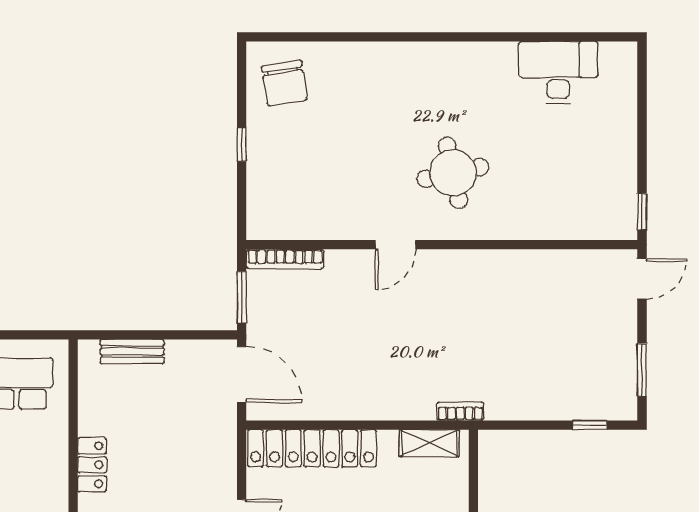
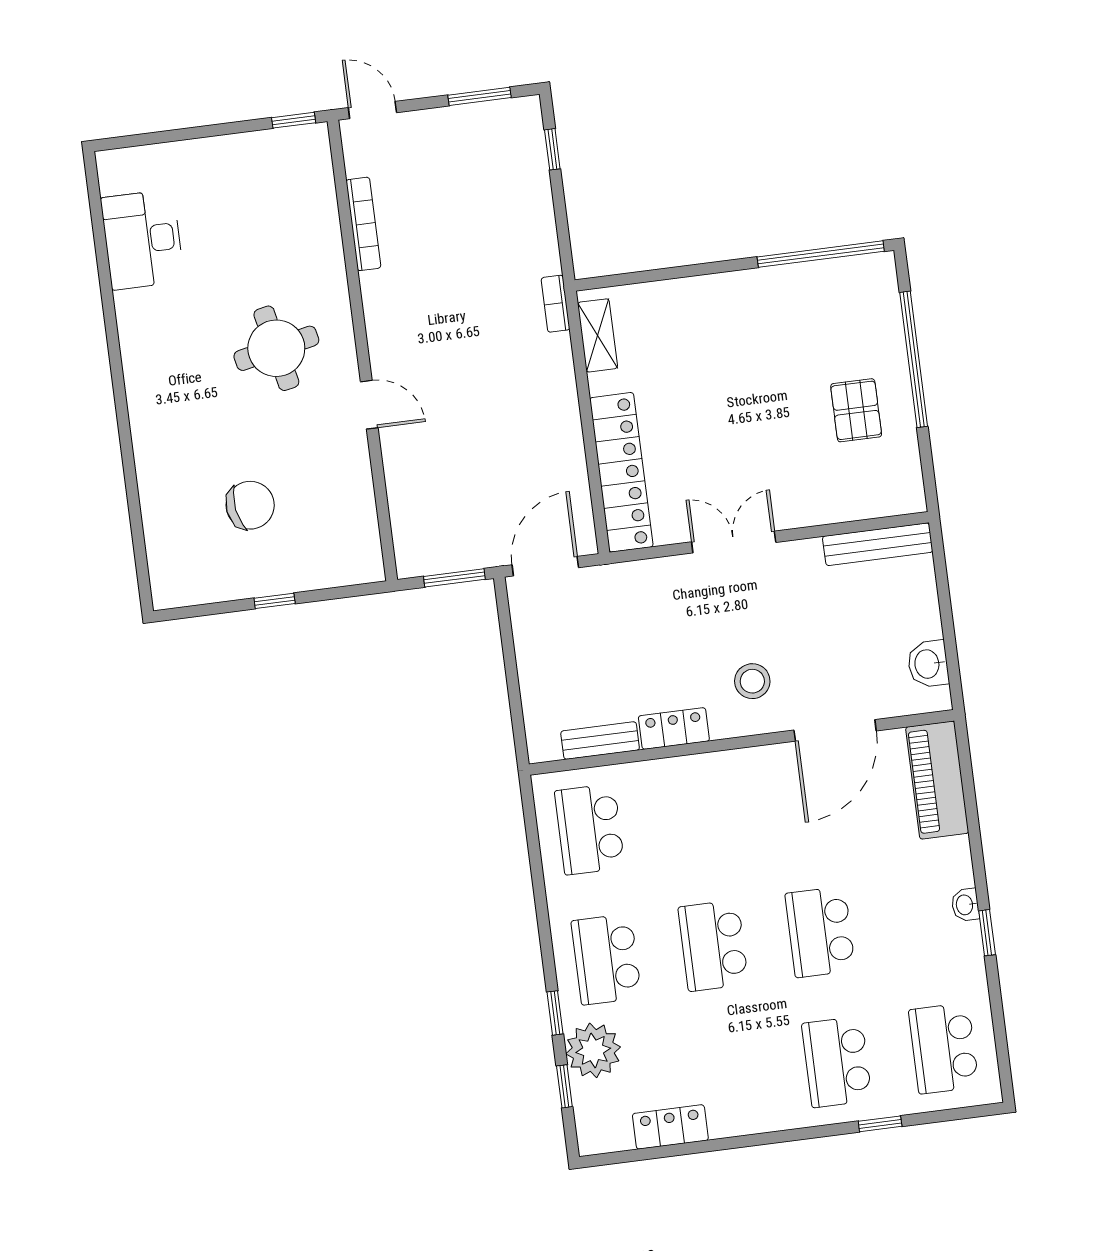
chair: (284, 83) -> (250, 505), moved
bookcase: (285, 259) -> (363, 224), moved
bench: (132, 352) -> (600, 741), moved, turned 90

